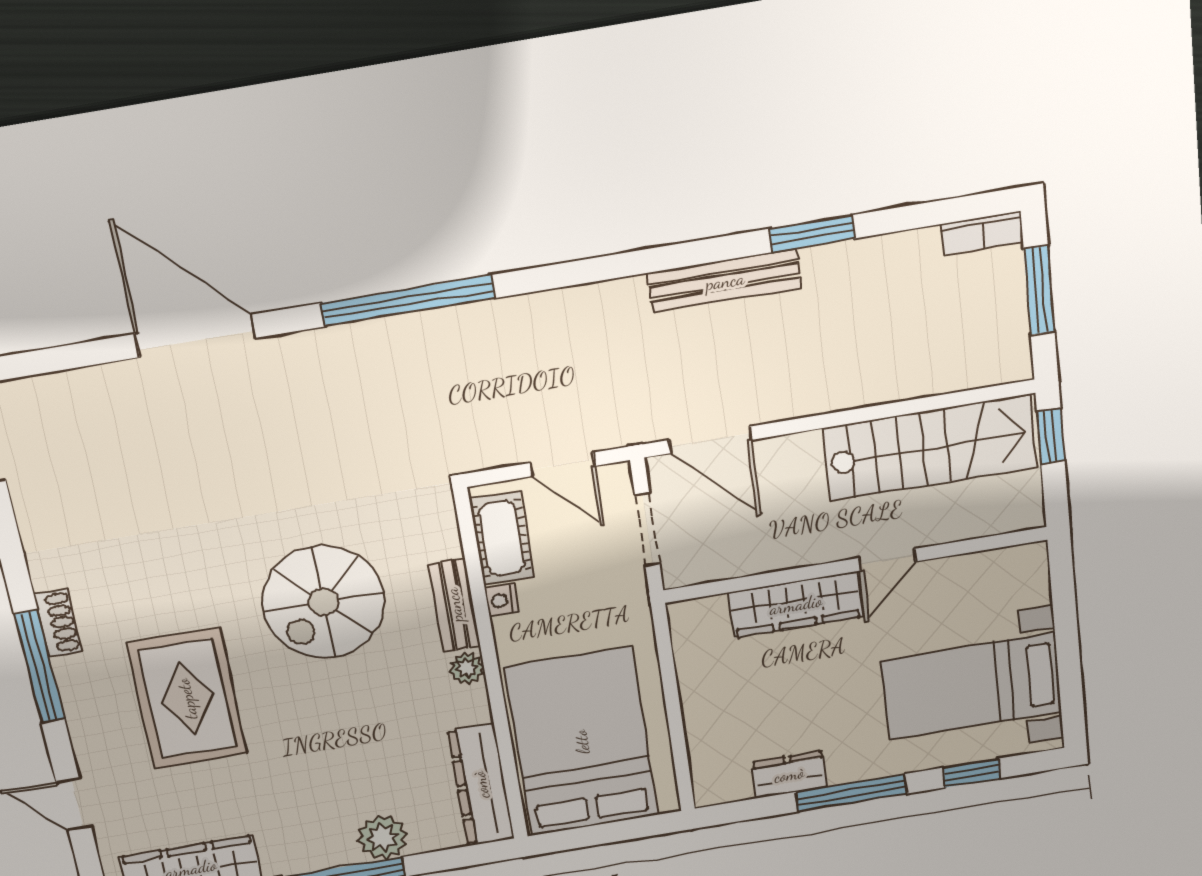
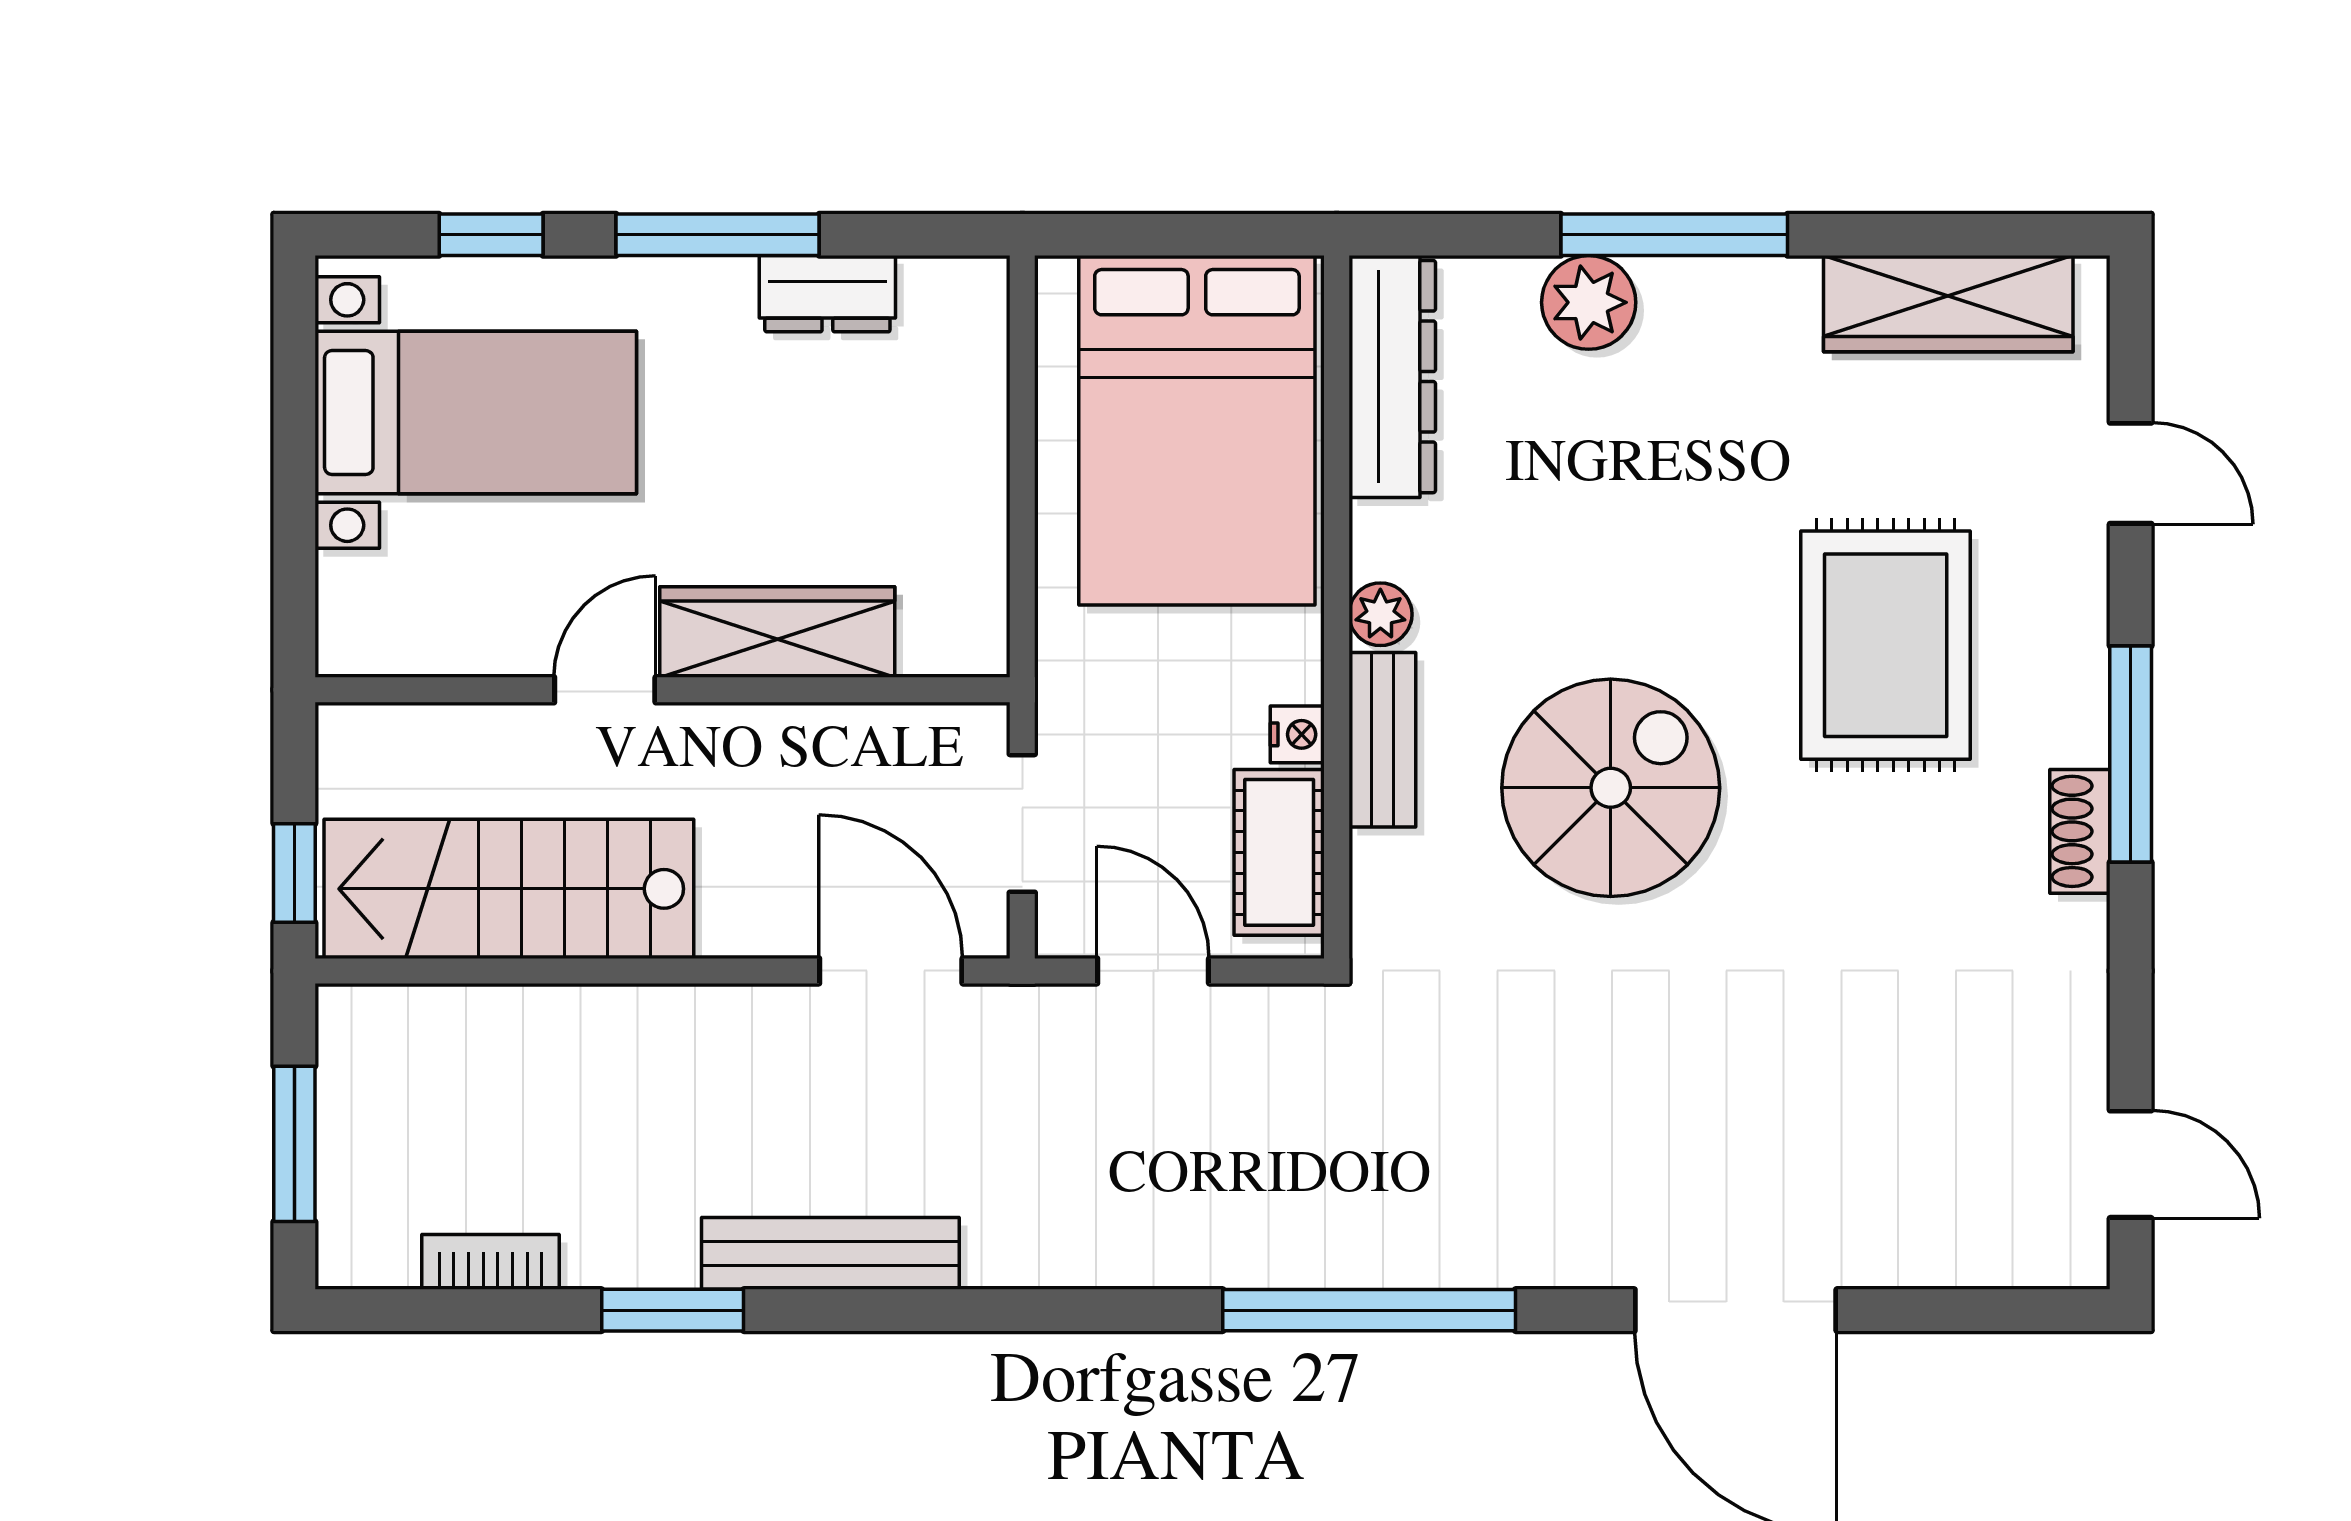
bookcase: (982, 233) -> (490, 1262), moved

